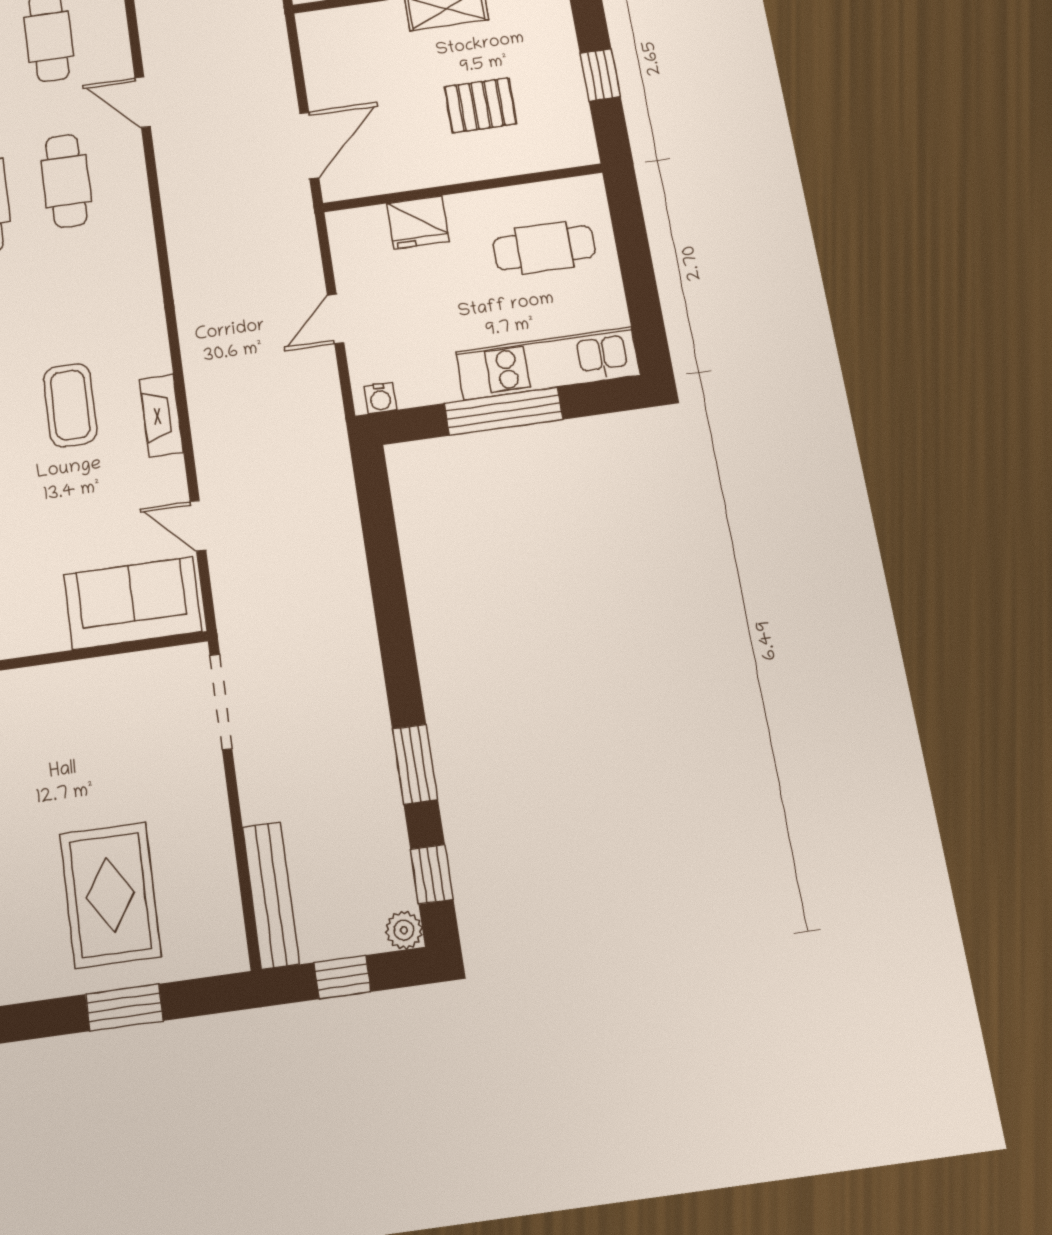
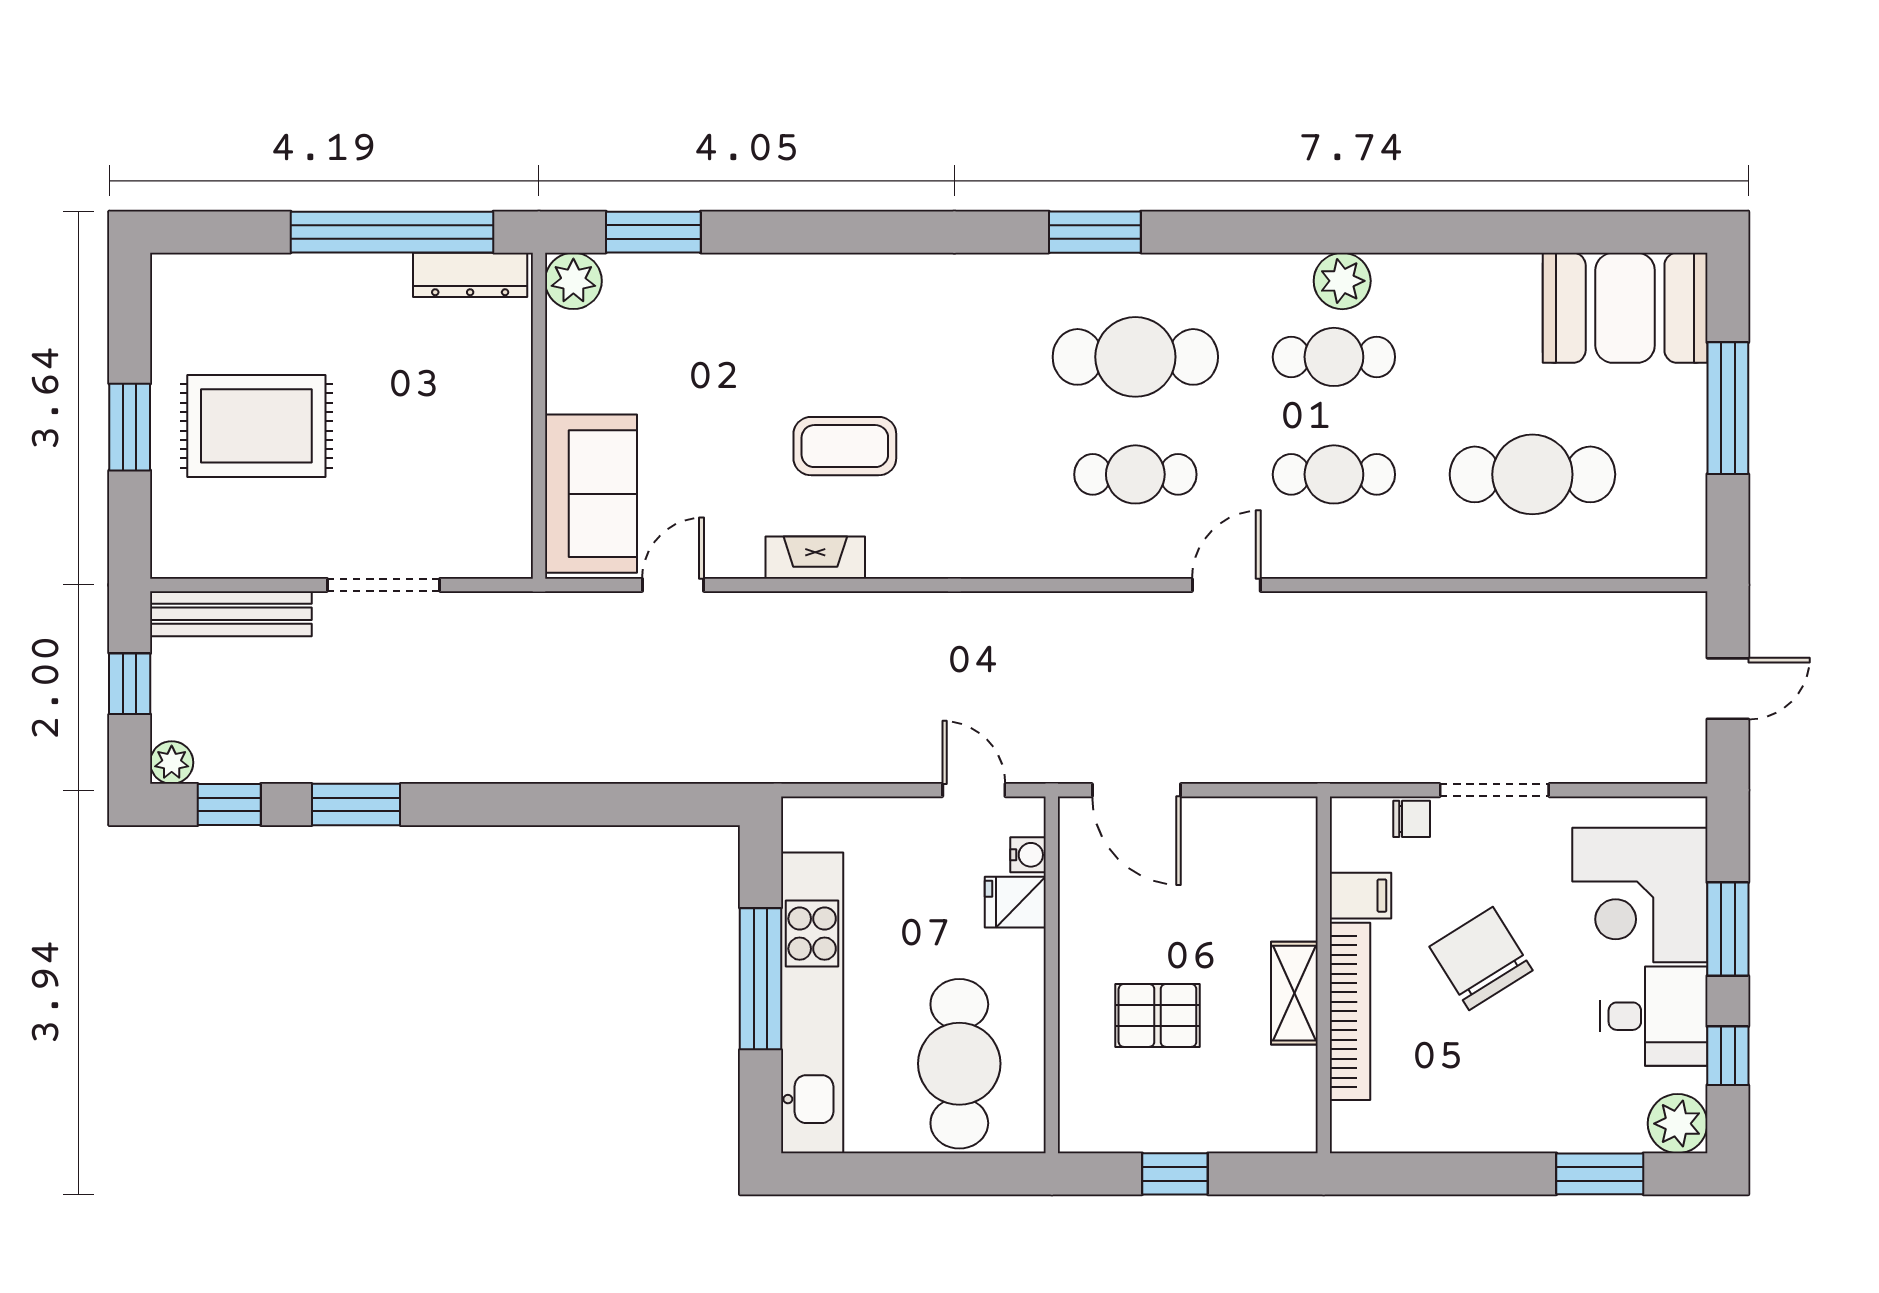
pallet: (481, 105) -> (1157, 1015), turned 90
fridge: (418, 222) -> (1015, 902), width x0.72
cafe table: (544, 248) -> (959, 1064), width x1.37, depth x1.35
door: (335, 319) -> (974, 790), moved
kitchen unit: (548, 364) -> (812, 1003), width x1.36
water cooler: (380, 398) -> (1028, 855), moved, turned 180
doorway: (221, 702) -> (383, 585), moved

